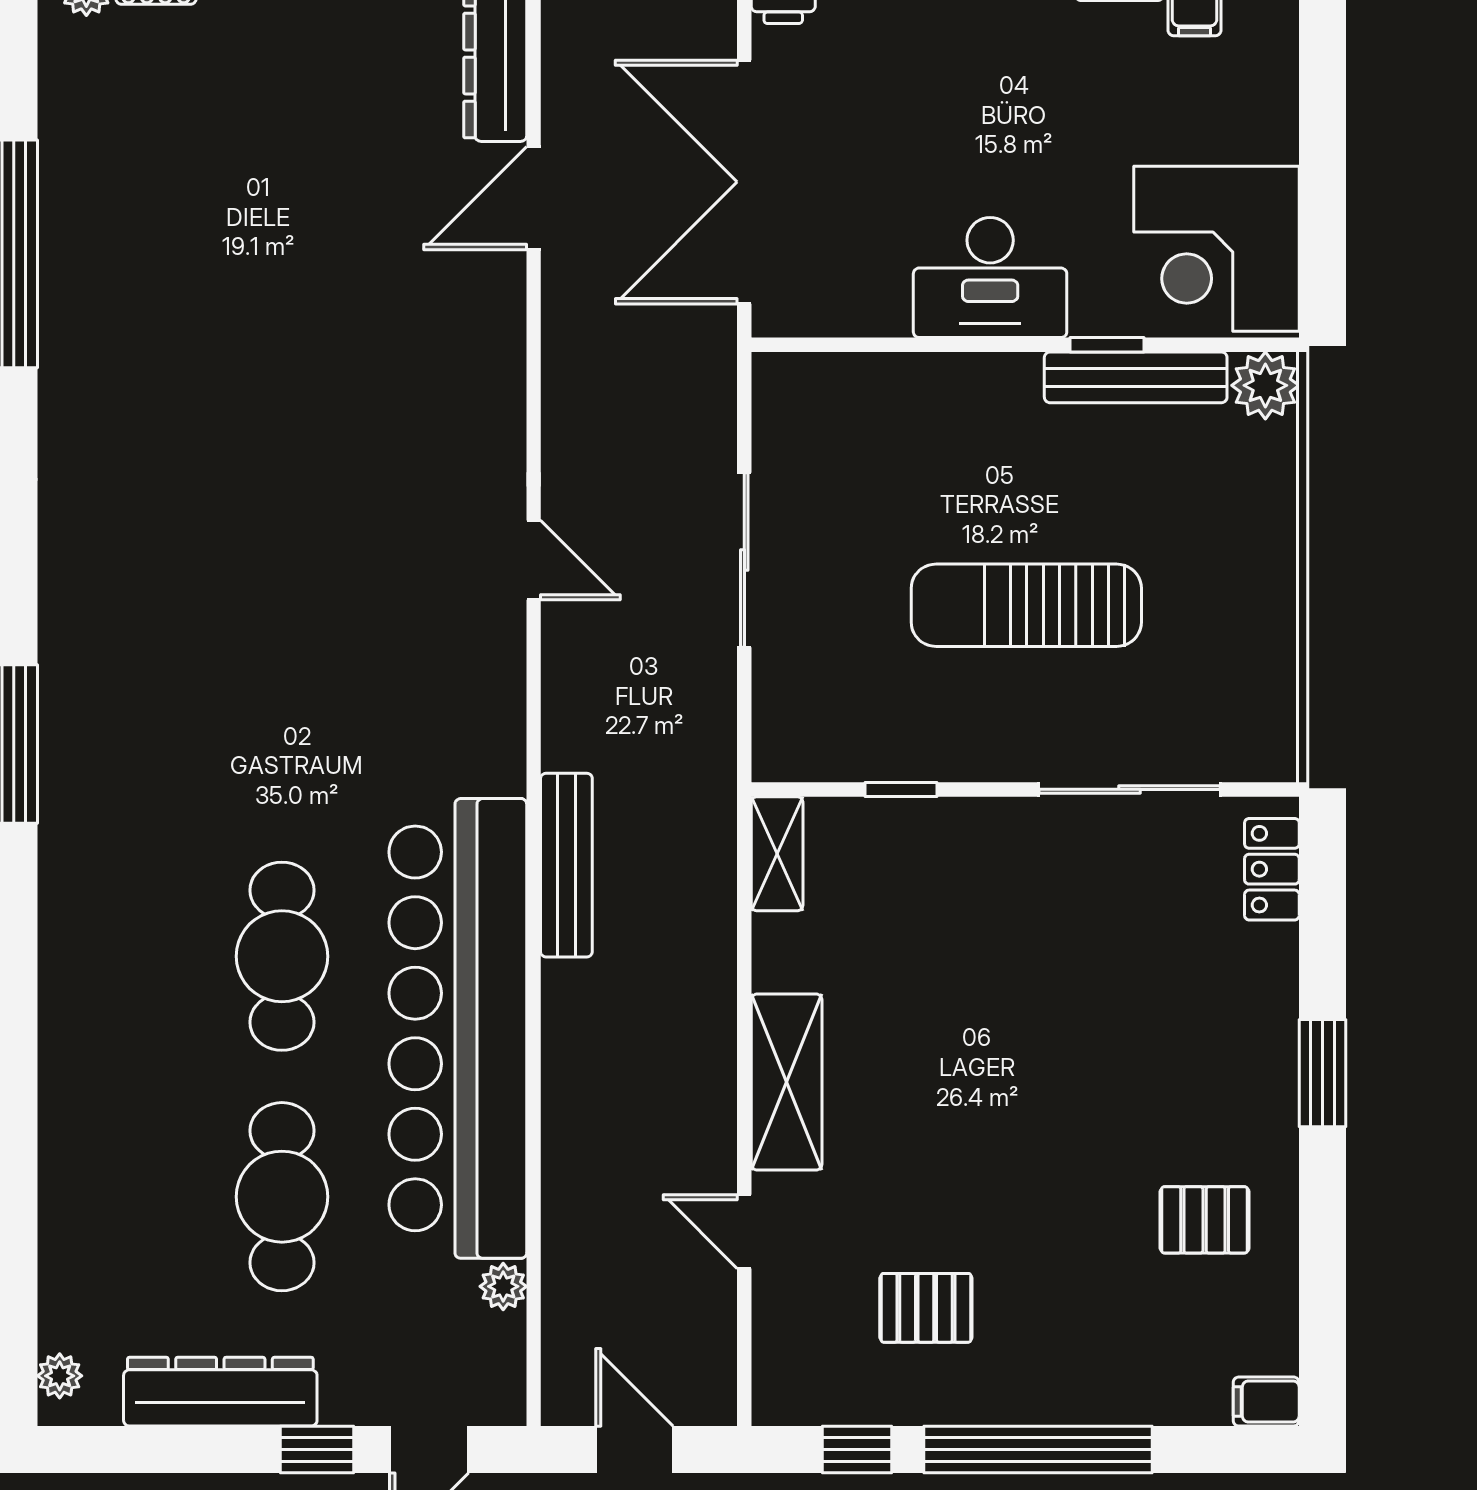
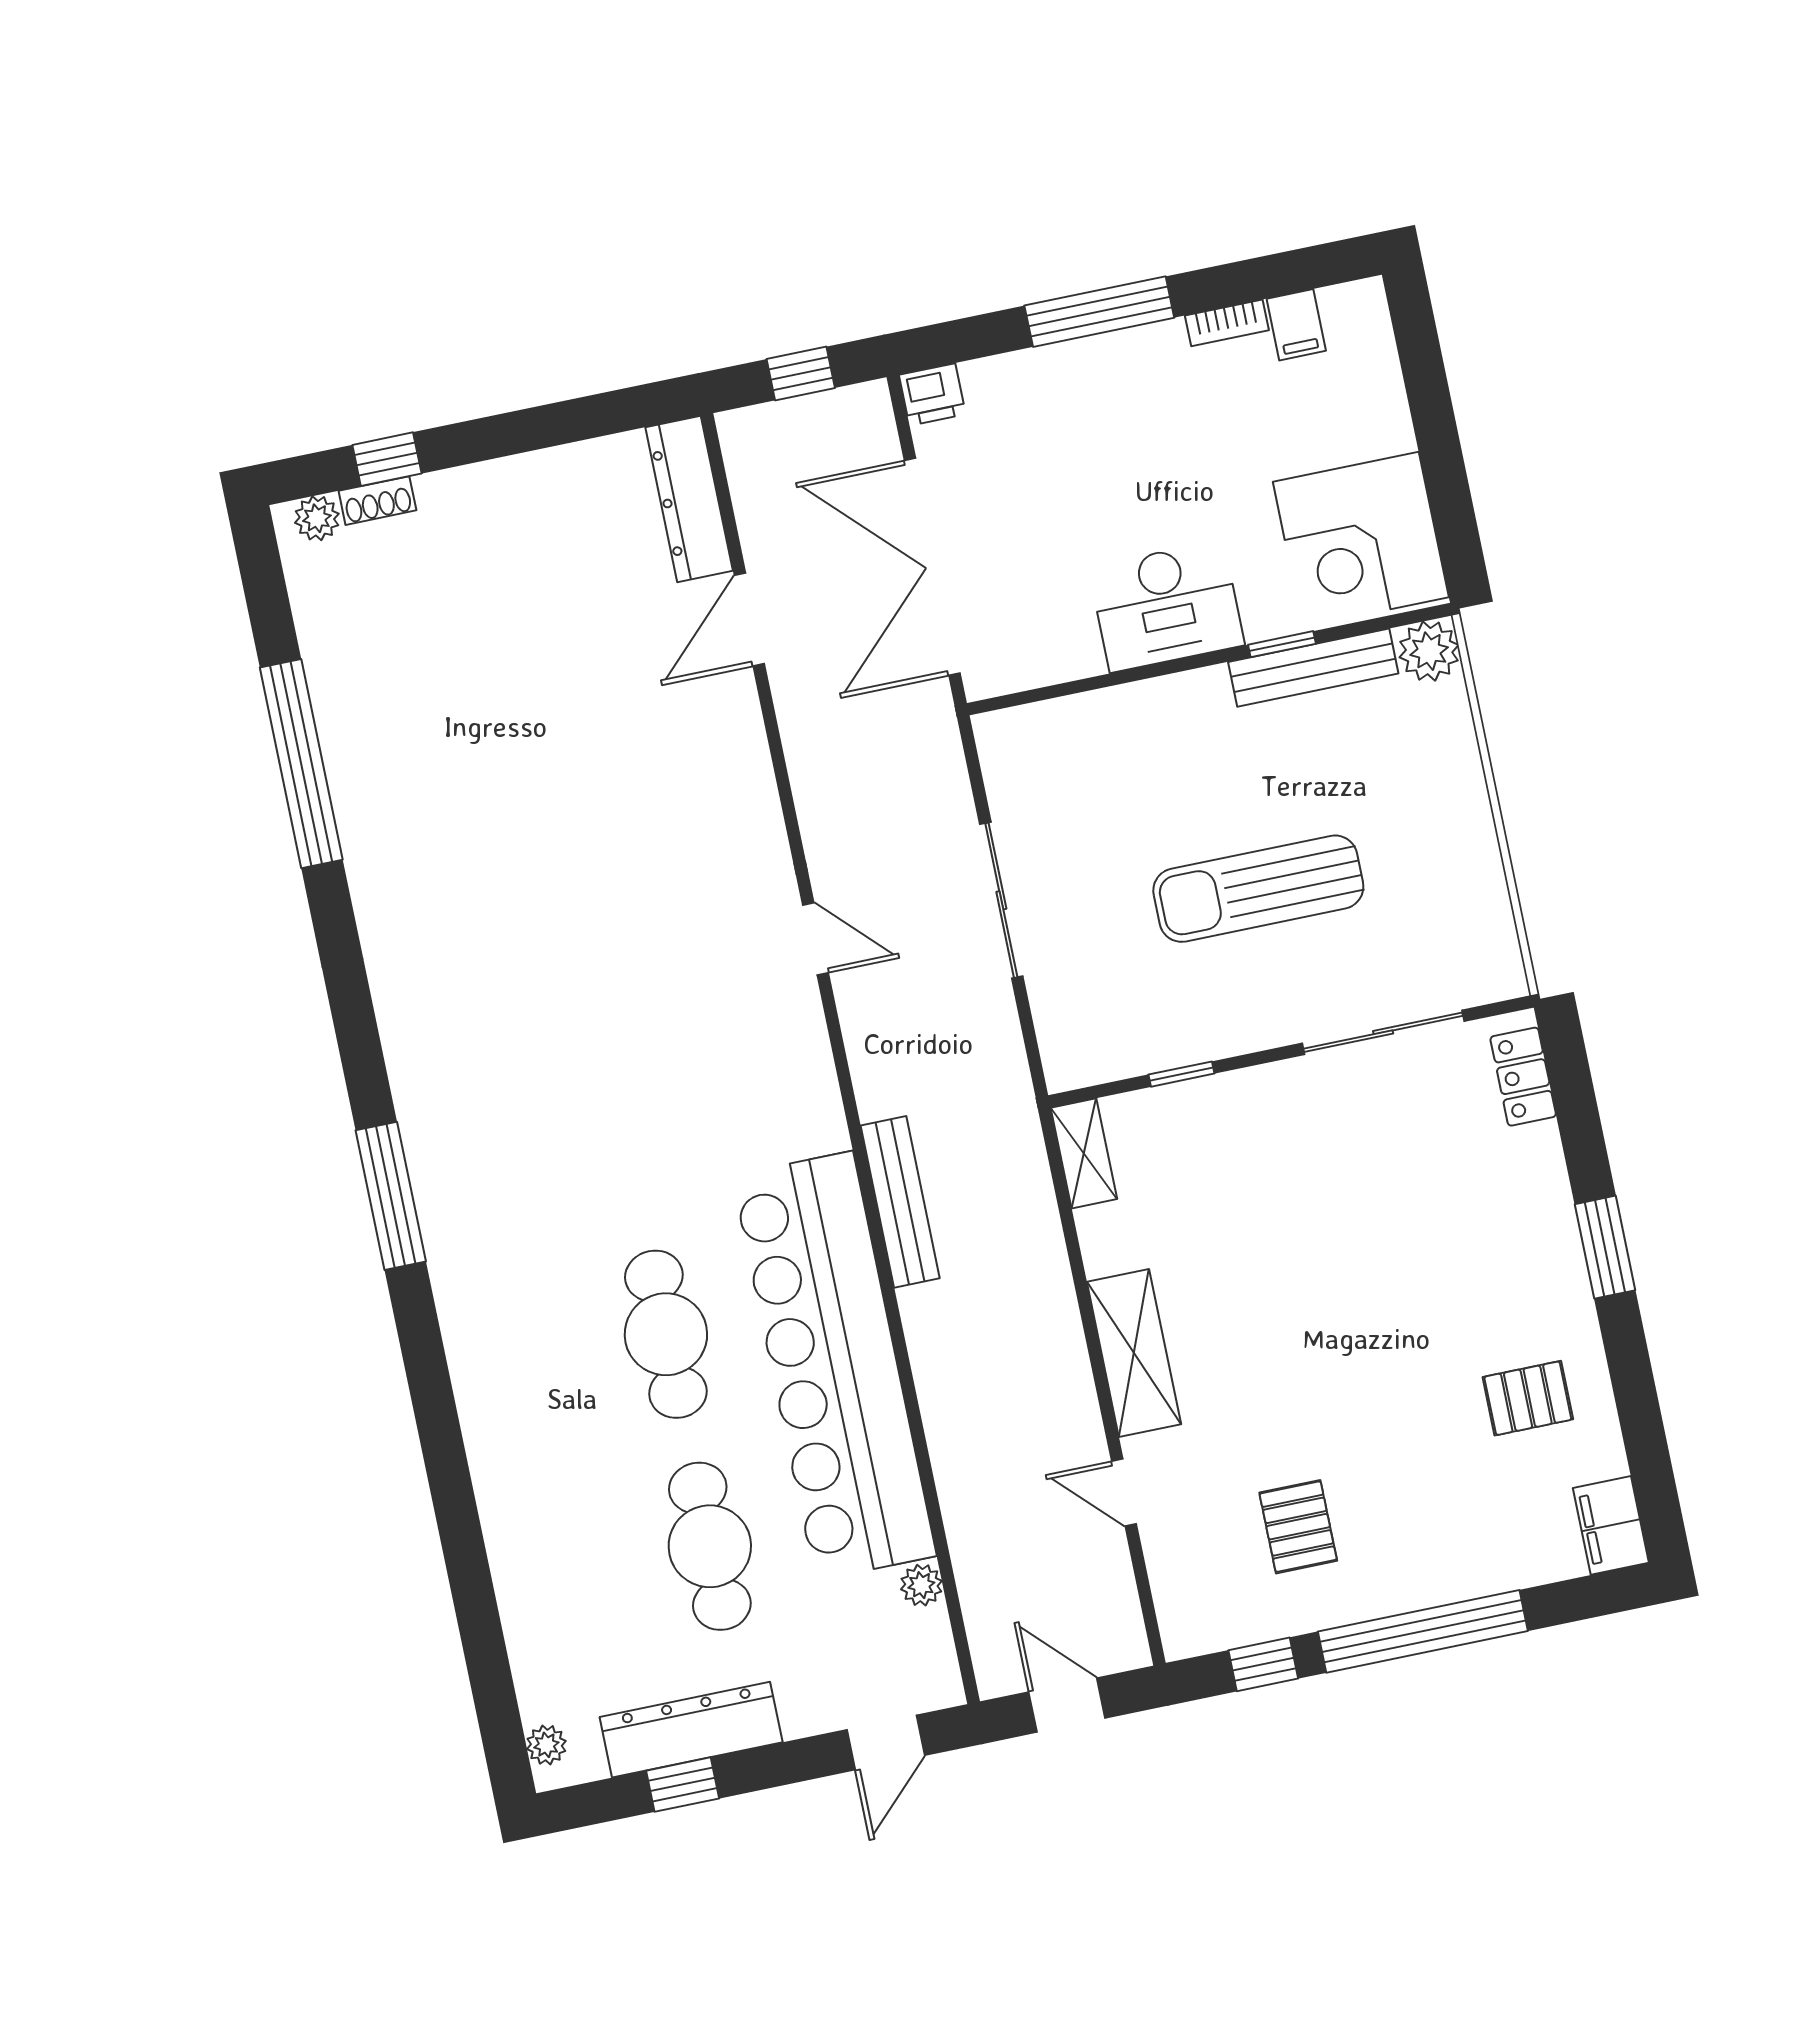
pallet: (926, 1308) -> (1298, 1527), turned 90
filing cabinet: (1266, 1402) -> (1611, 1525), width x2.00
window: (317, 1450) -> (683, 1785), moved

